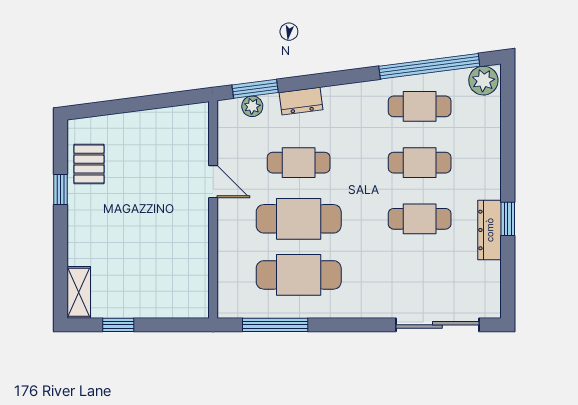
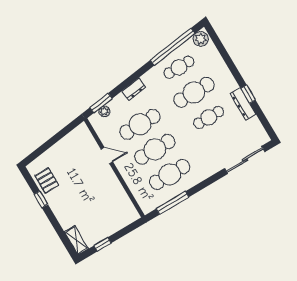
dresser: (301, 101) -> (134, 89), moved
cafe table: (299, 163) -> (140, 124), width x1.37, depth x1.35
cafe table: (420, 163) -> (194, 92), width x1.37, depth x1.35

